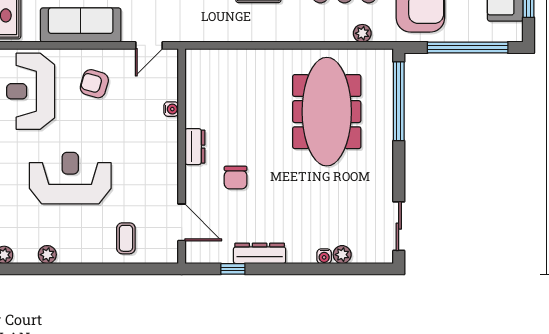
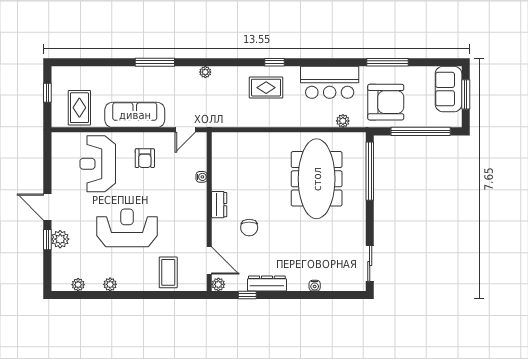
armchair: (94, 84) -> (145, 158), turned -106
coffee table: (126, 238) -> (168, 272), width x1.36, depth x1.30
plant: (342, 255) -> (218, 284), moved

